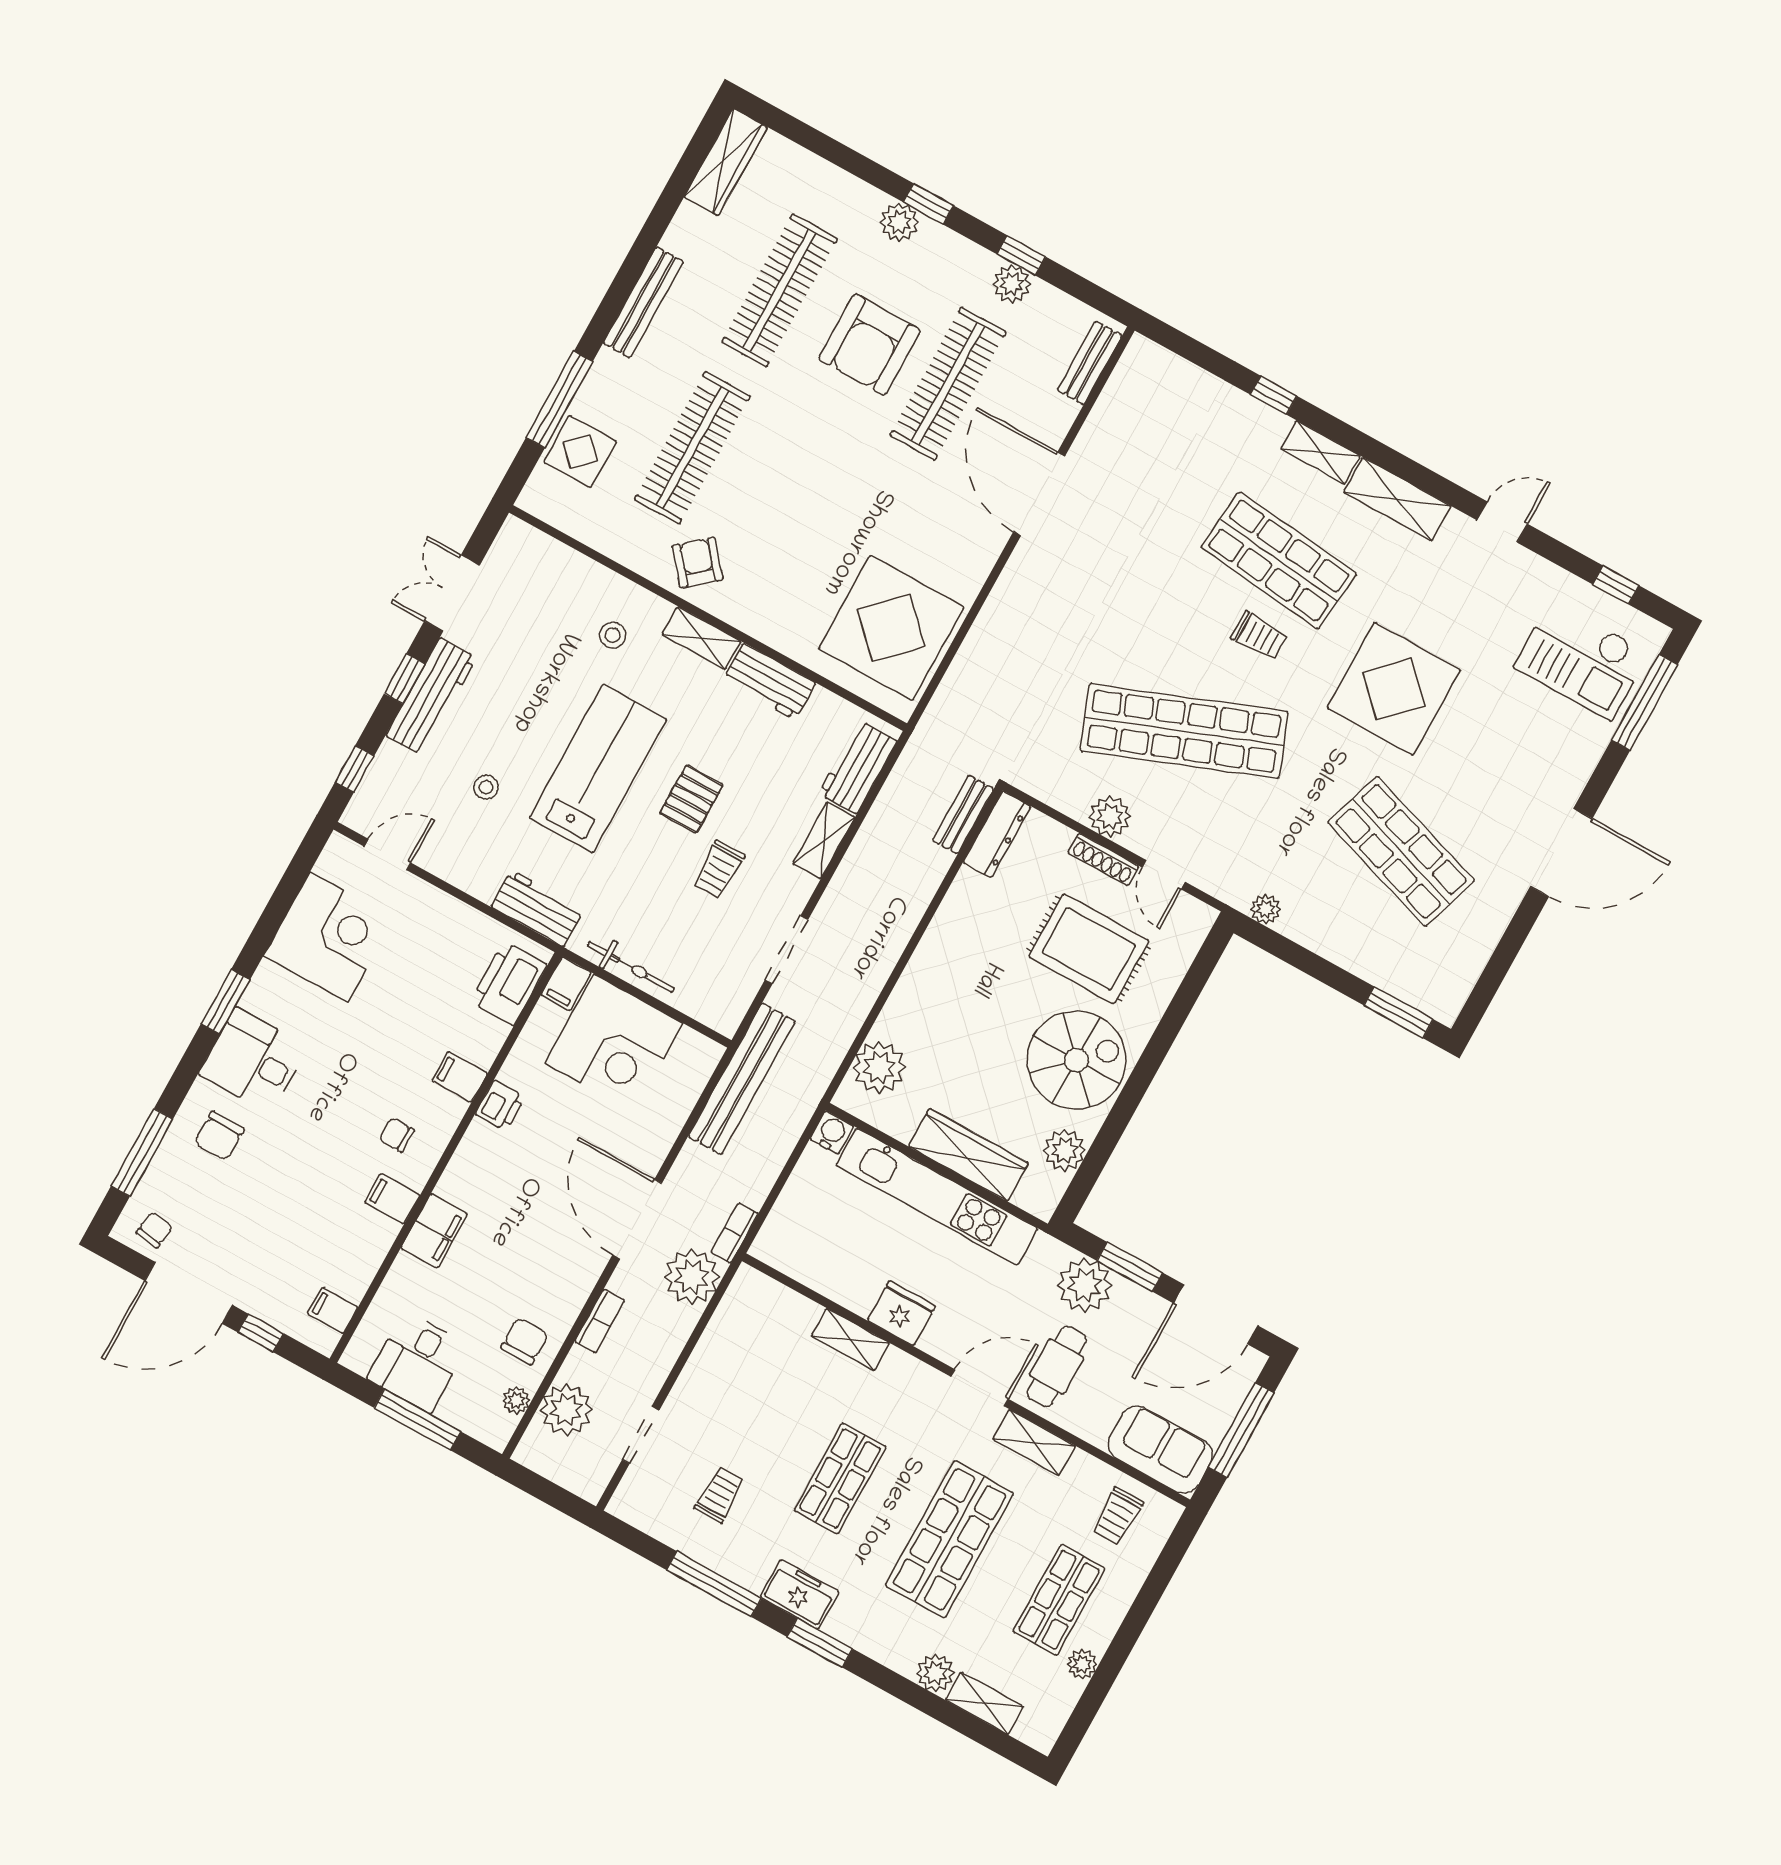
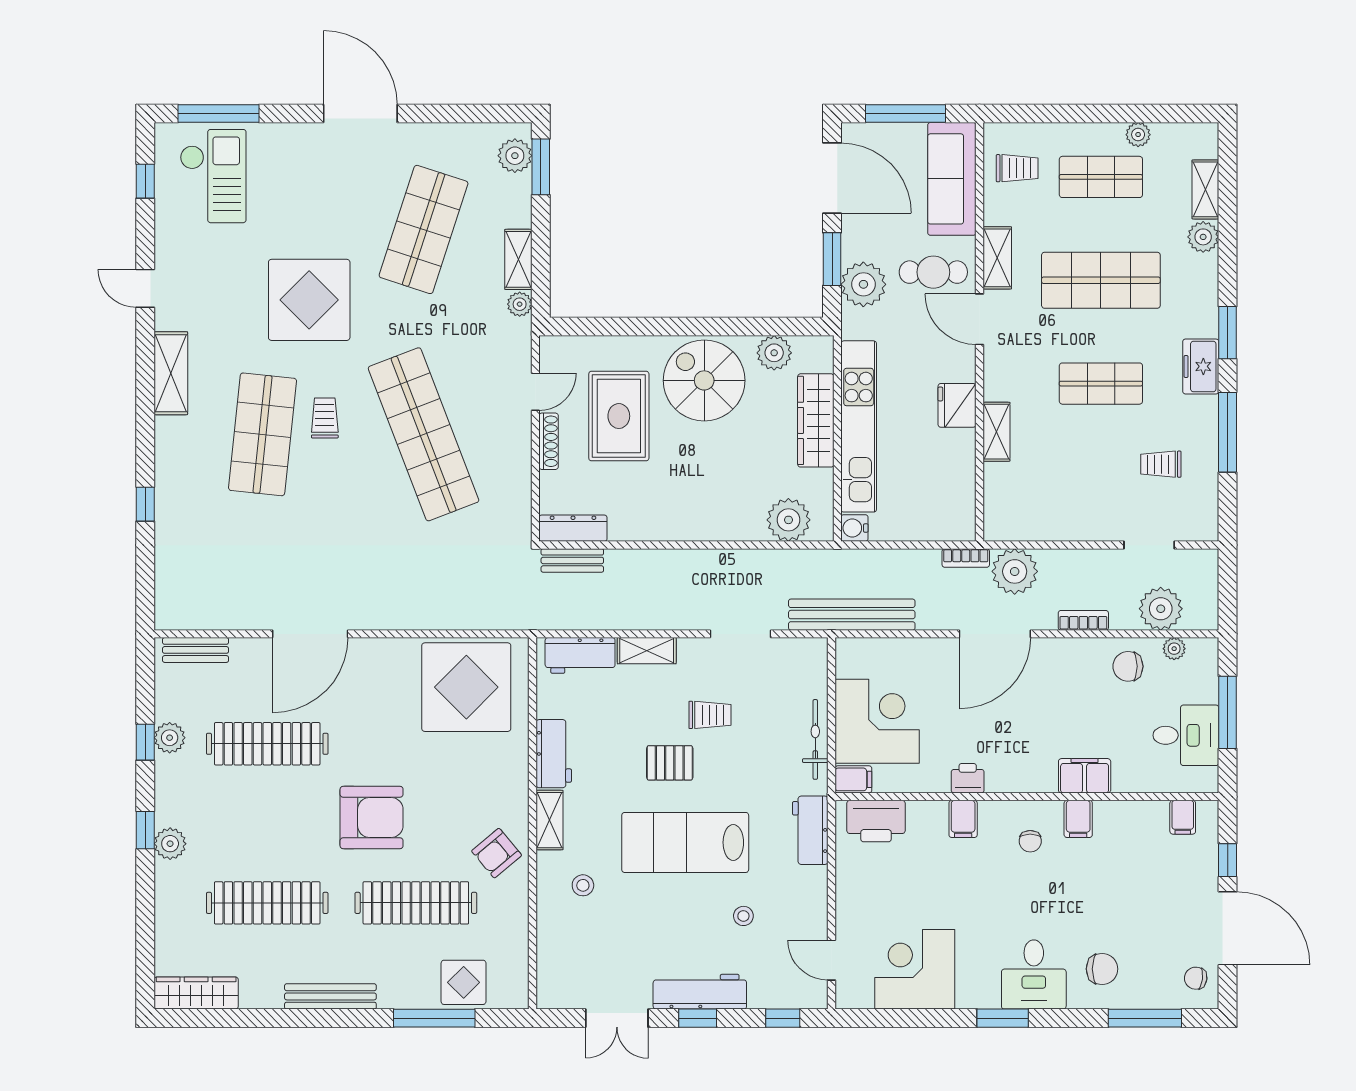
armchair: (869, 345) -> (372, 817), moved
shelving: (1320, 452) -> (518, 259), moved
plant: (1110, 816) -> (515, 156), moved
sofa: (1160, 1450) -> (952, 179), width x1.36

